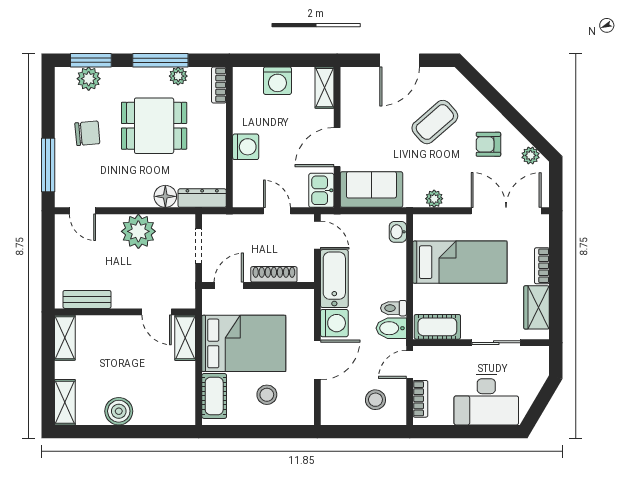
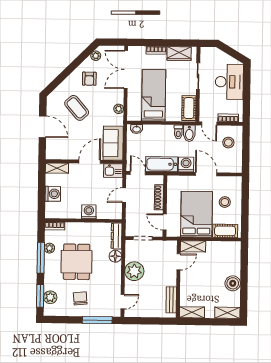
door: (337, 147) -> (90, 162), swing flipped
door: (317, 235) -> (138, 173), hinge flipped

